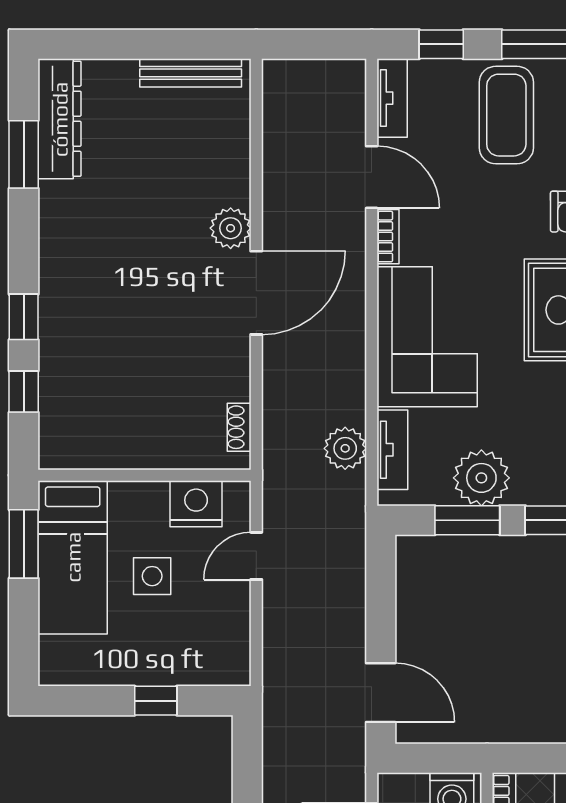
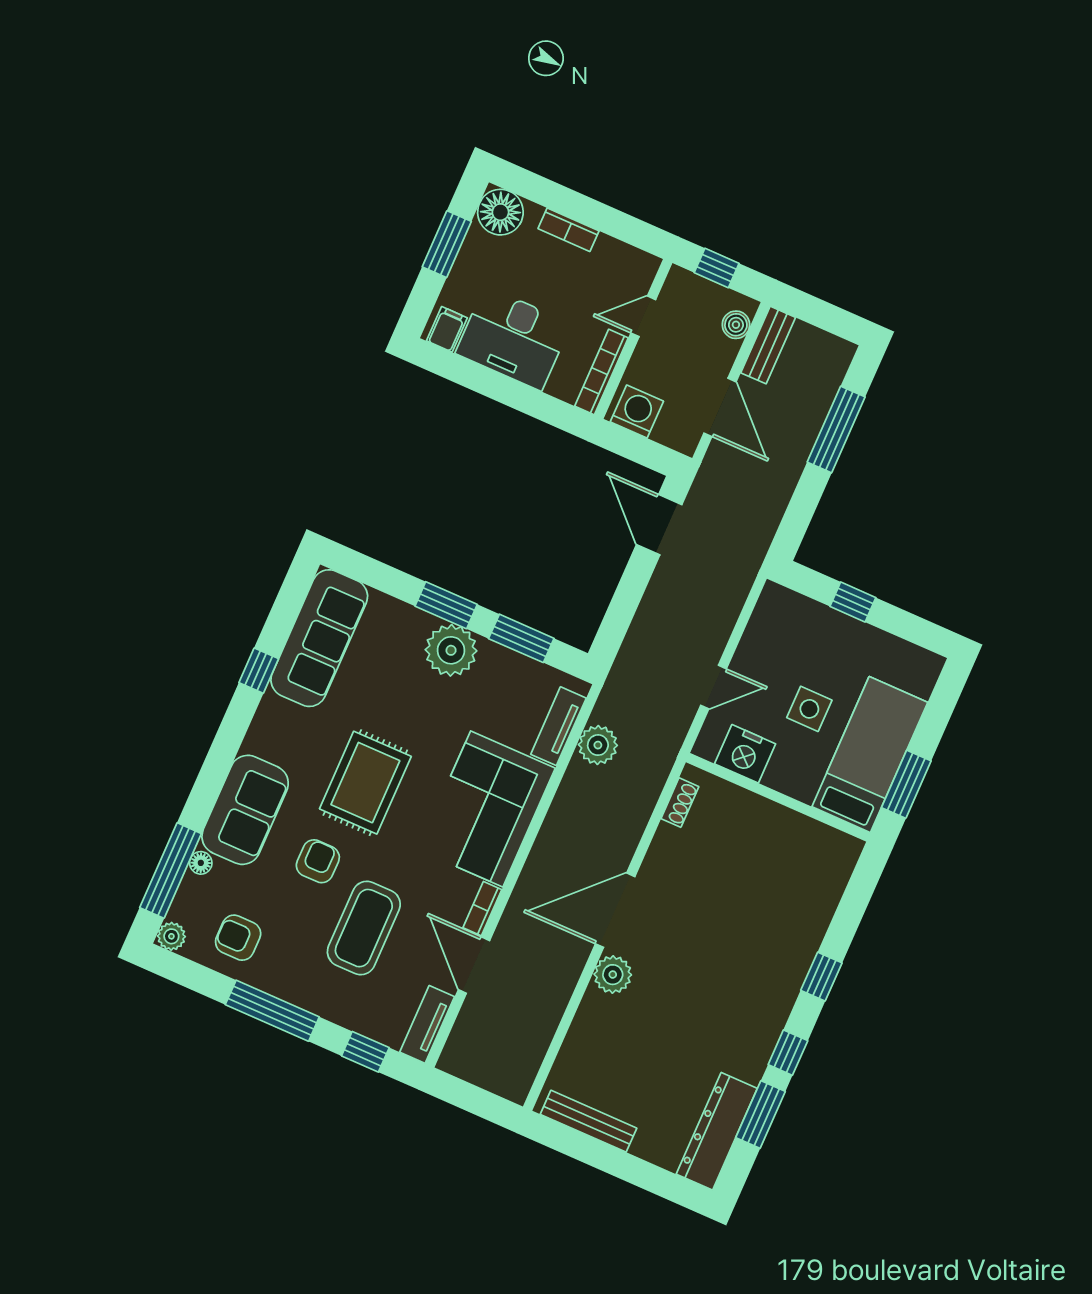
coffee table: (506, 115) -> (364, 928), moved
window: (24, 392) -> (788, 1053), moved
plant: (481, 478) -> (451, 650), moved

